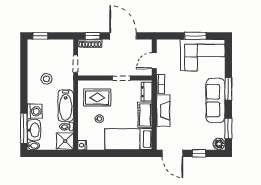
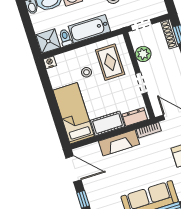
plant: (99, 69) -> (143, 54), added
door: (172, 153) -> (73, 169), swing flipped

